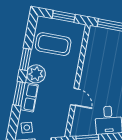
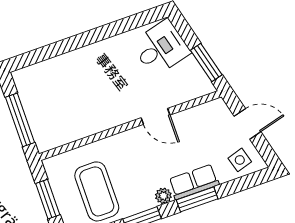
plant: (36, 74) -> (163, 196), width x0.53, depth x0.53
door: (75, 97) -> (155, 116), swing flipped

